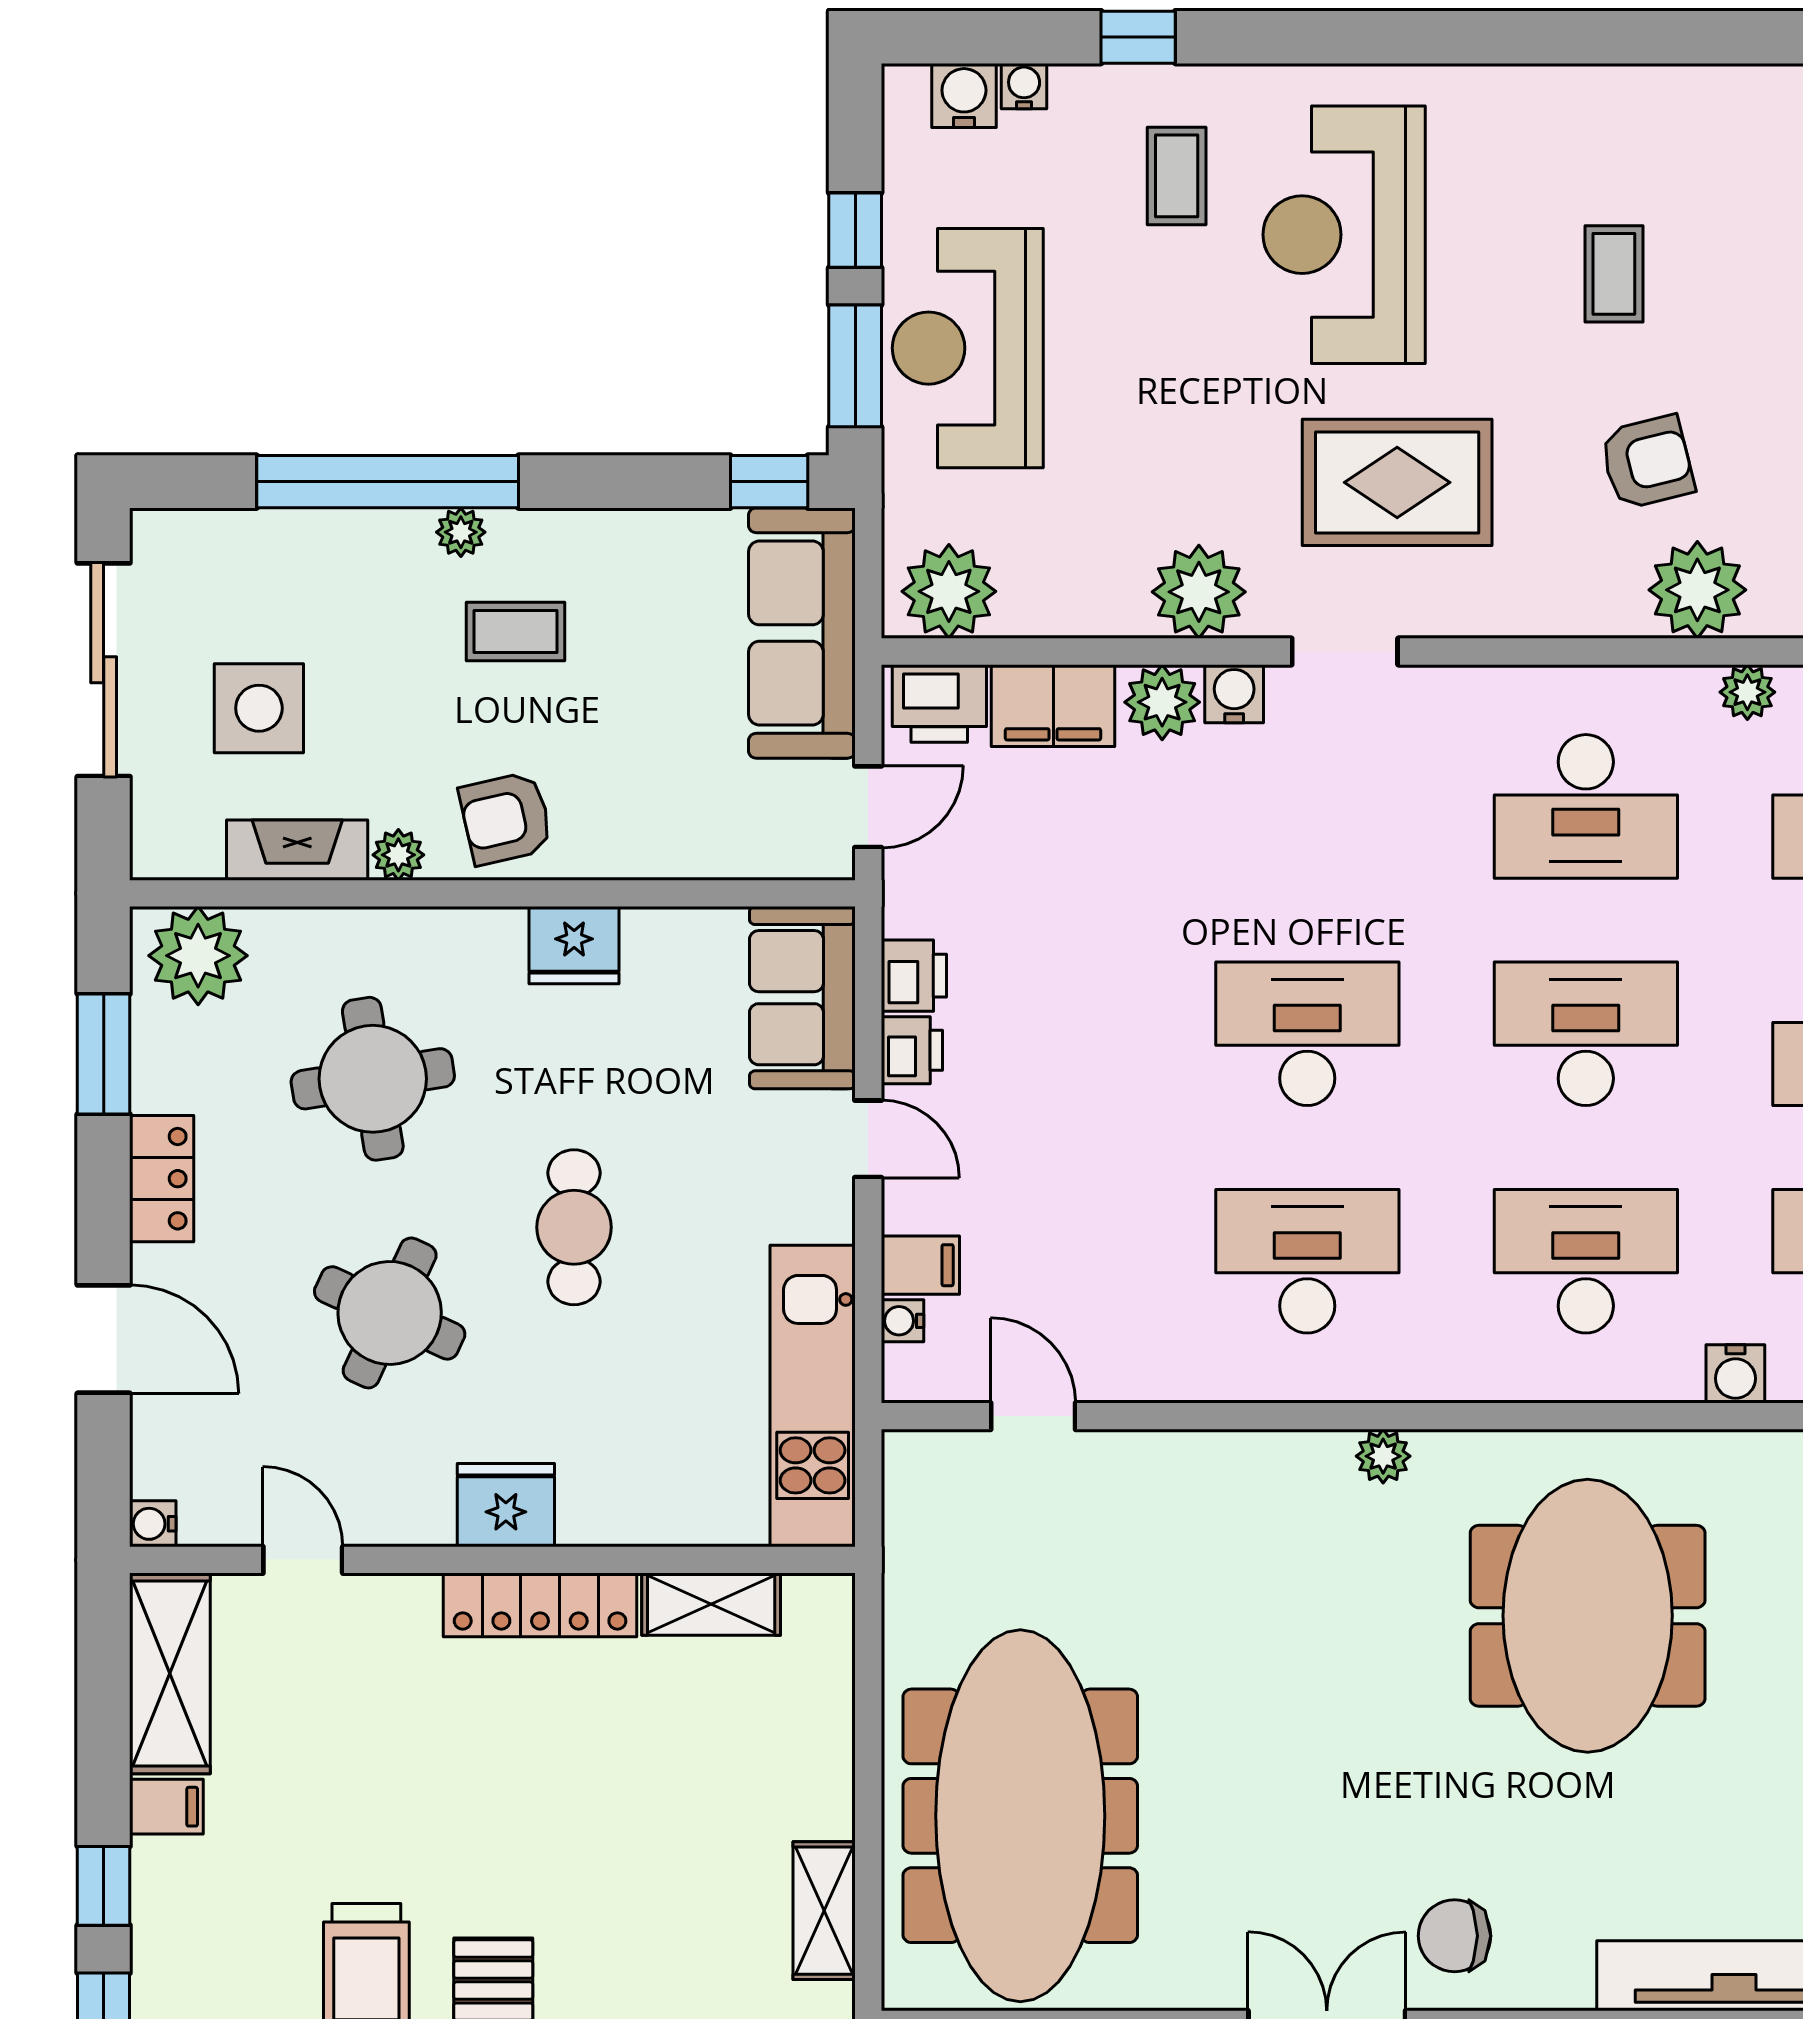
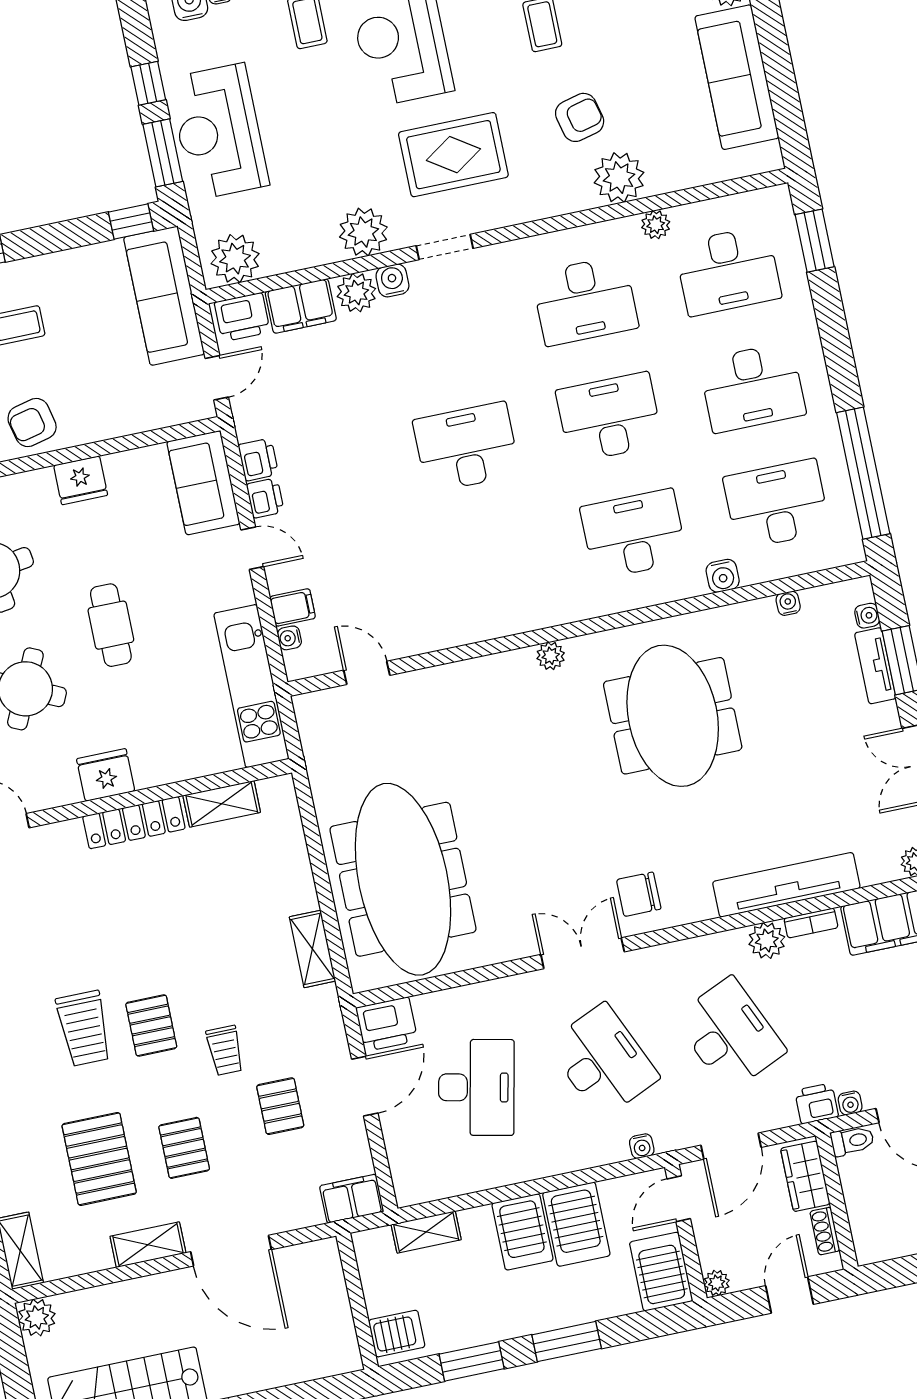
desk: (1307, 1261) -> (491, 564), removed

